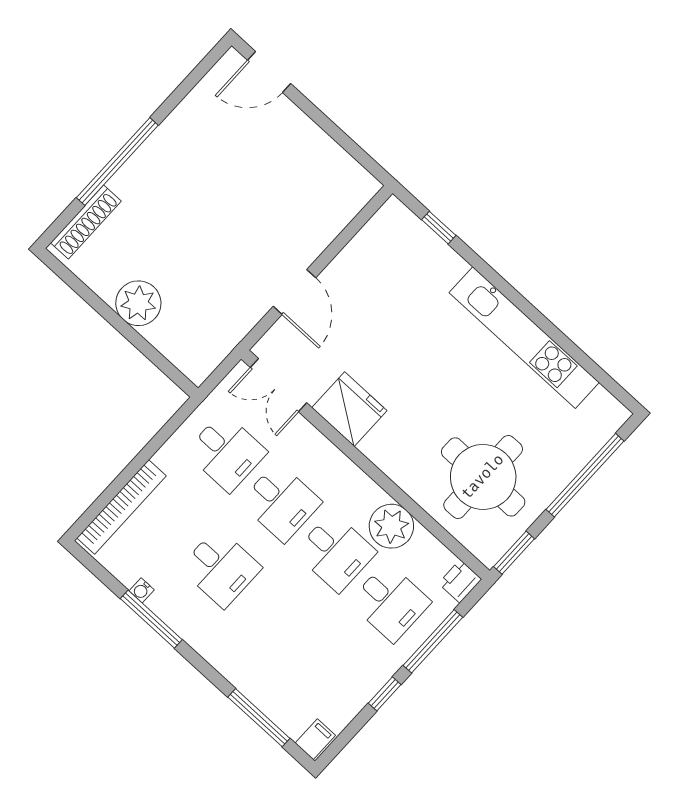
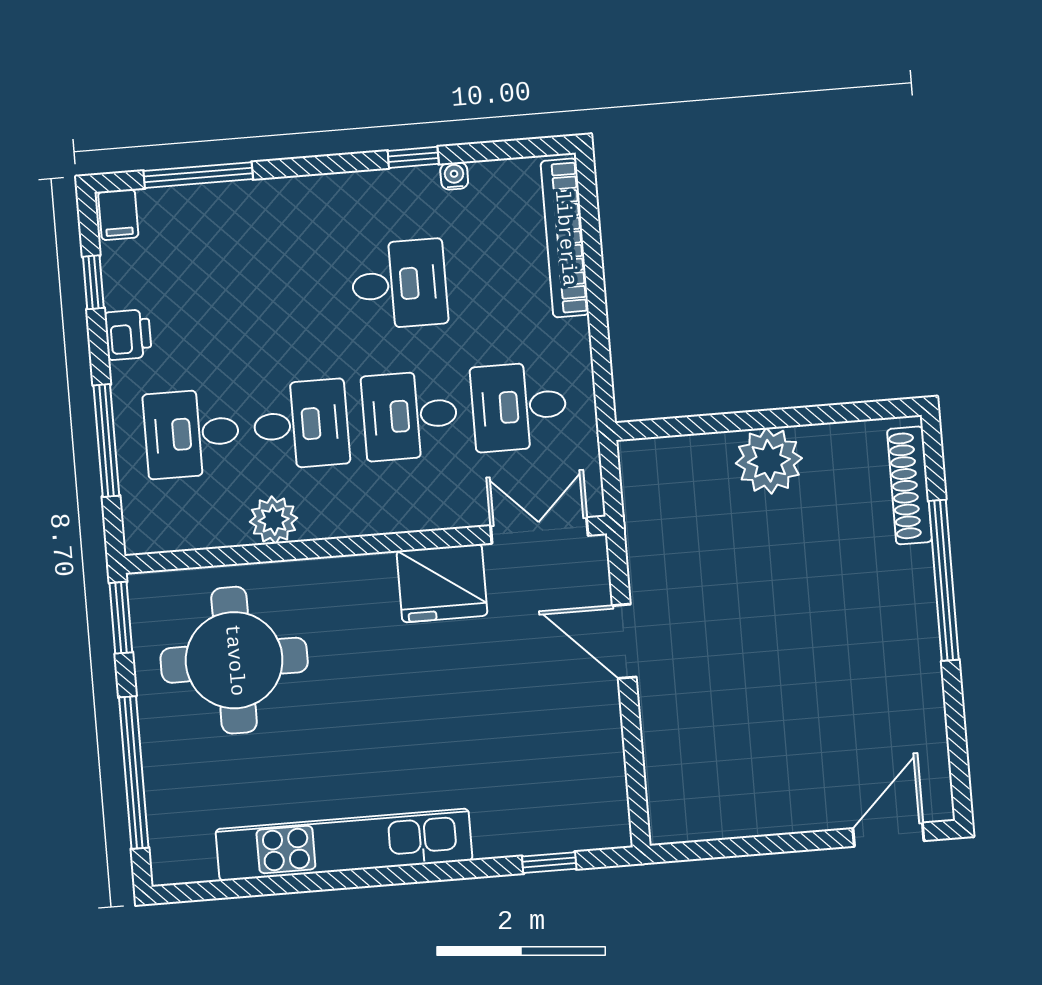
plant: (391, 526) -> (274, 520), width x0.73, depth x0.73
desk: (335, 552) -> (301, 424), turned 180
desk: (221, 568) -> (399, 284), turned 180
printer: (460, 581) -> (128, 335), moved
window: (151, 619) -> (413, 157), width x0.46
window: (385, 694) -> (93, 282), moved

